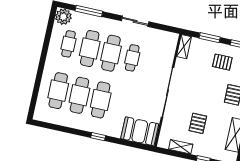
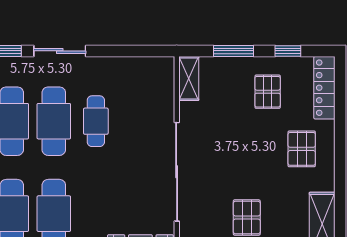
sliding door: (135, 21) -> (60, 51), moved
pallet: (222, 62) -> (268, 92), turned 90

